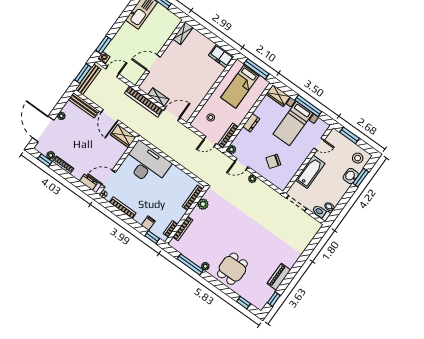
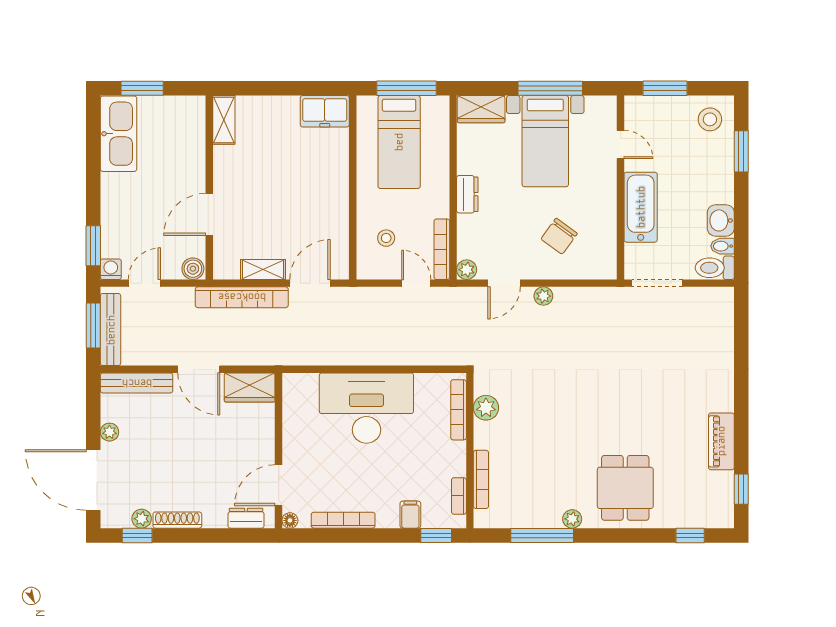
boiler: (133, 79) -> (193, 269), added
door: (210, 141) -> (416, 283), swing flipped
door: (319, 144) -> (621, 144), hinge flipped
desk: (147, 164) -> (366, 408), moved
washbasin: (351, 176) -> (721, 220), moved

